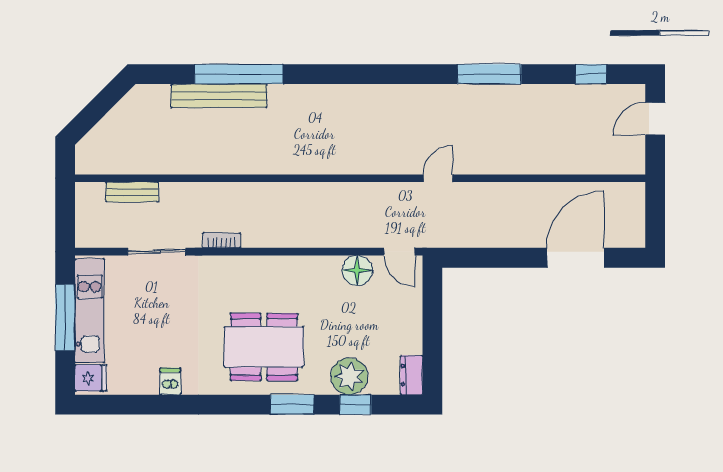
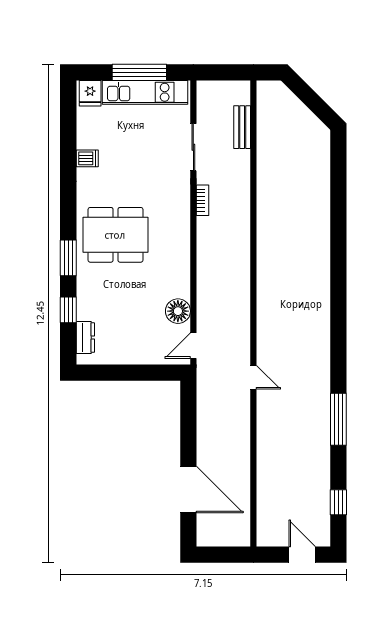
window: (239, 74) -> (338, 214), removed
bench: (219, 96) -> (321, 198), removed
dining table: (264, 347) -> (115, 235), turned 90
dresser: (411, 375) -> (85, 338), moved, turned 90
plant: (349, 376) -> (91, 305), removed

